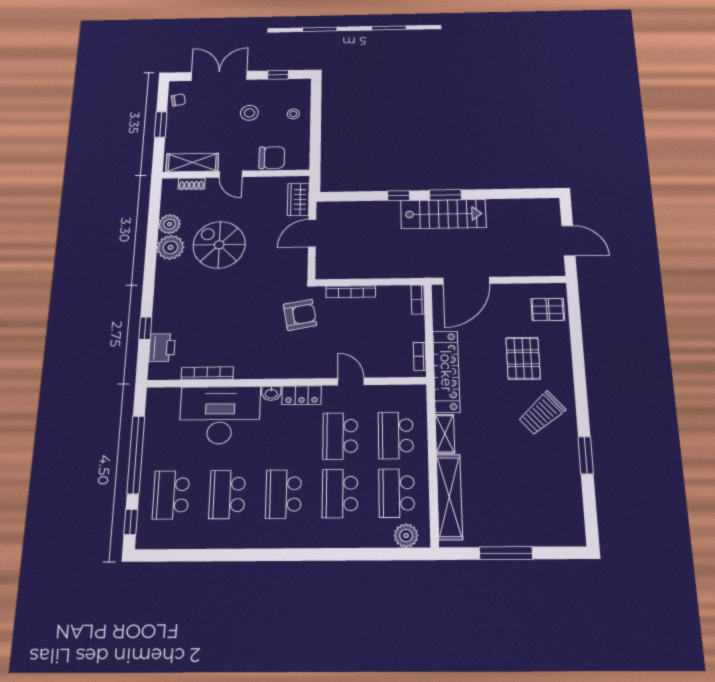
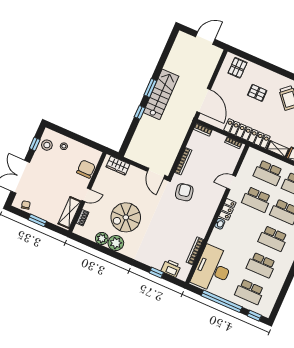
stool: (249, 113) -> (47, 145), moved
door: (312, 233) -> (156, 173), moved
pallet: (523, 358) -> (257, 93), width x0.67, depth x0.71
desk: (220, 415) -> (213, 269), moved

